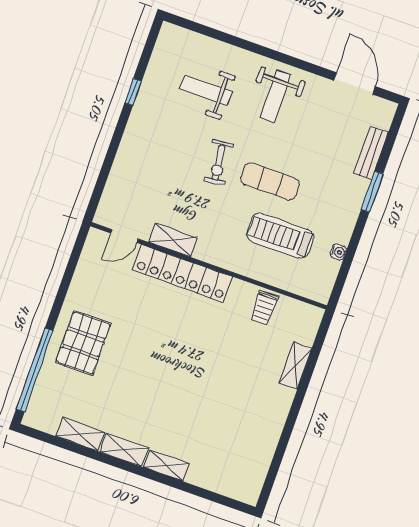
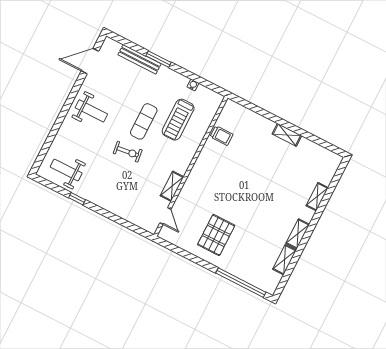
weight bench: (206, 90) -> (66, 170), moved, turned 90
bench: (371, 153) -> (139, 59), width x1.36
locker: (182, 273) -> (193, 183), removed
pallet: (83, 343) -> (216, 235), moved, turned 90
shelving: (295, 366) -> (287, 135), moved
shelving: (166, 465) -> (317, 197), moved

